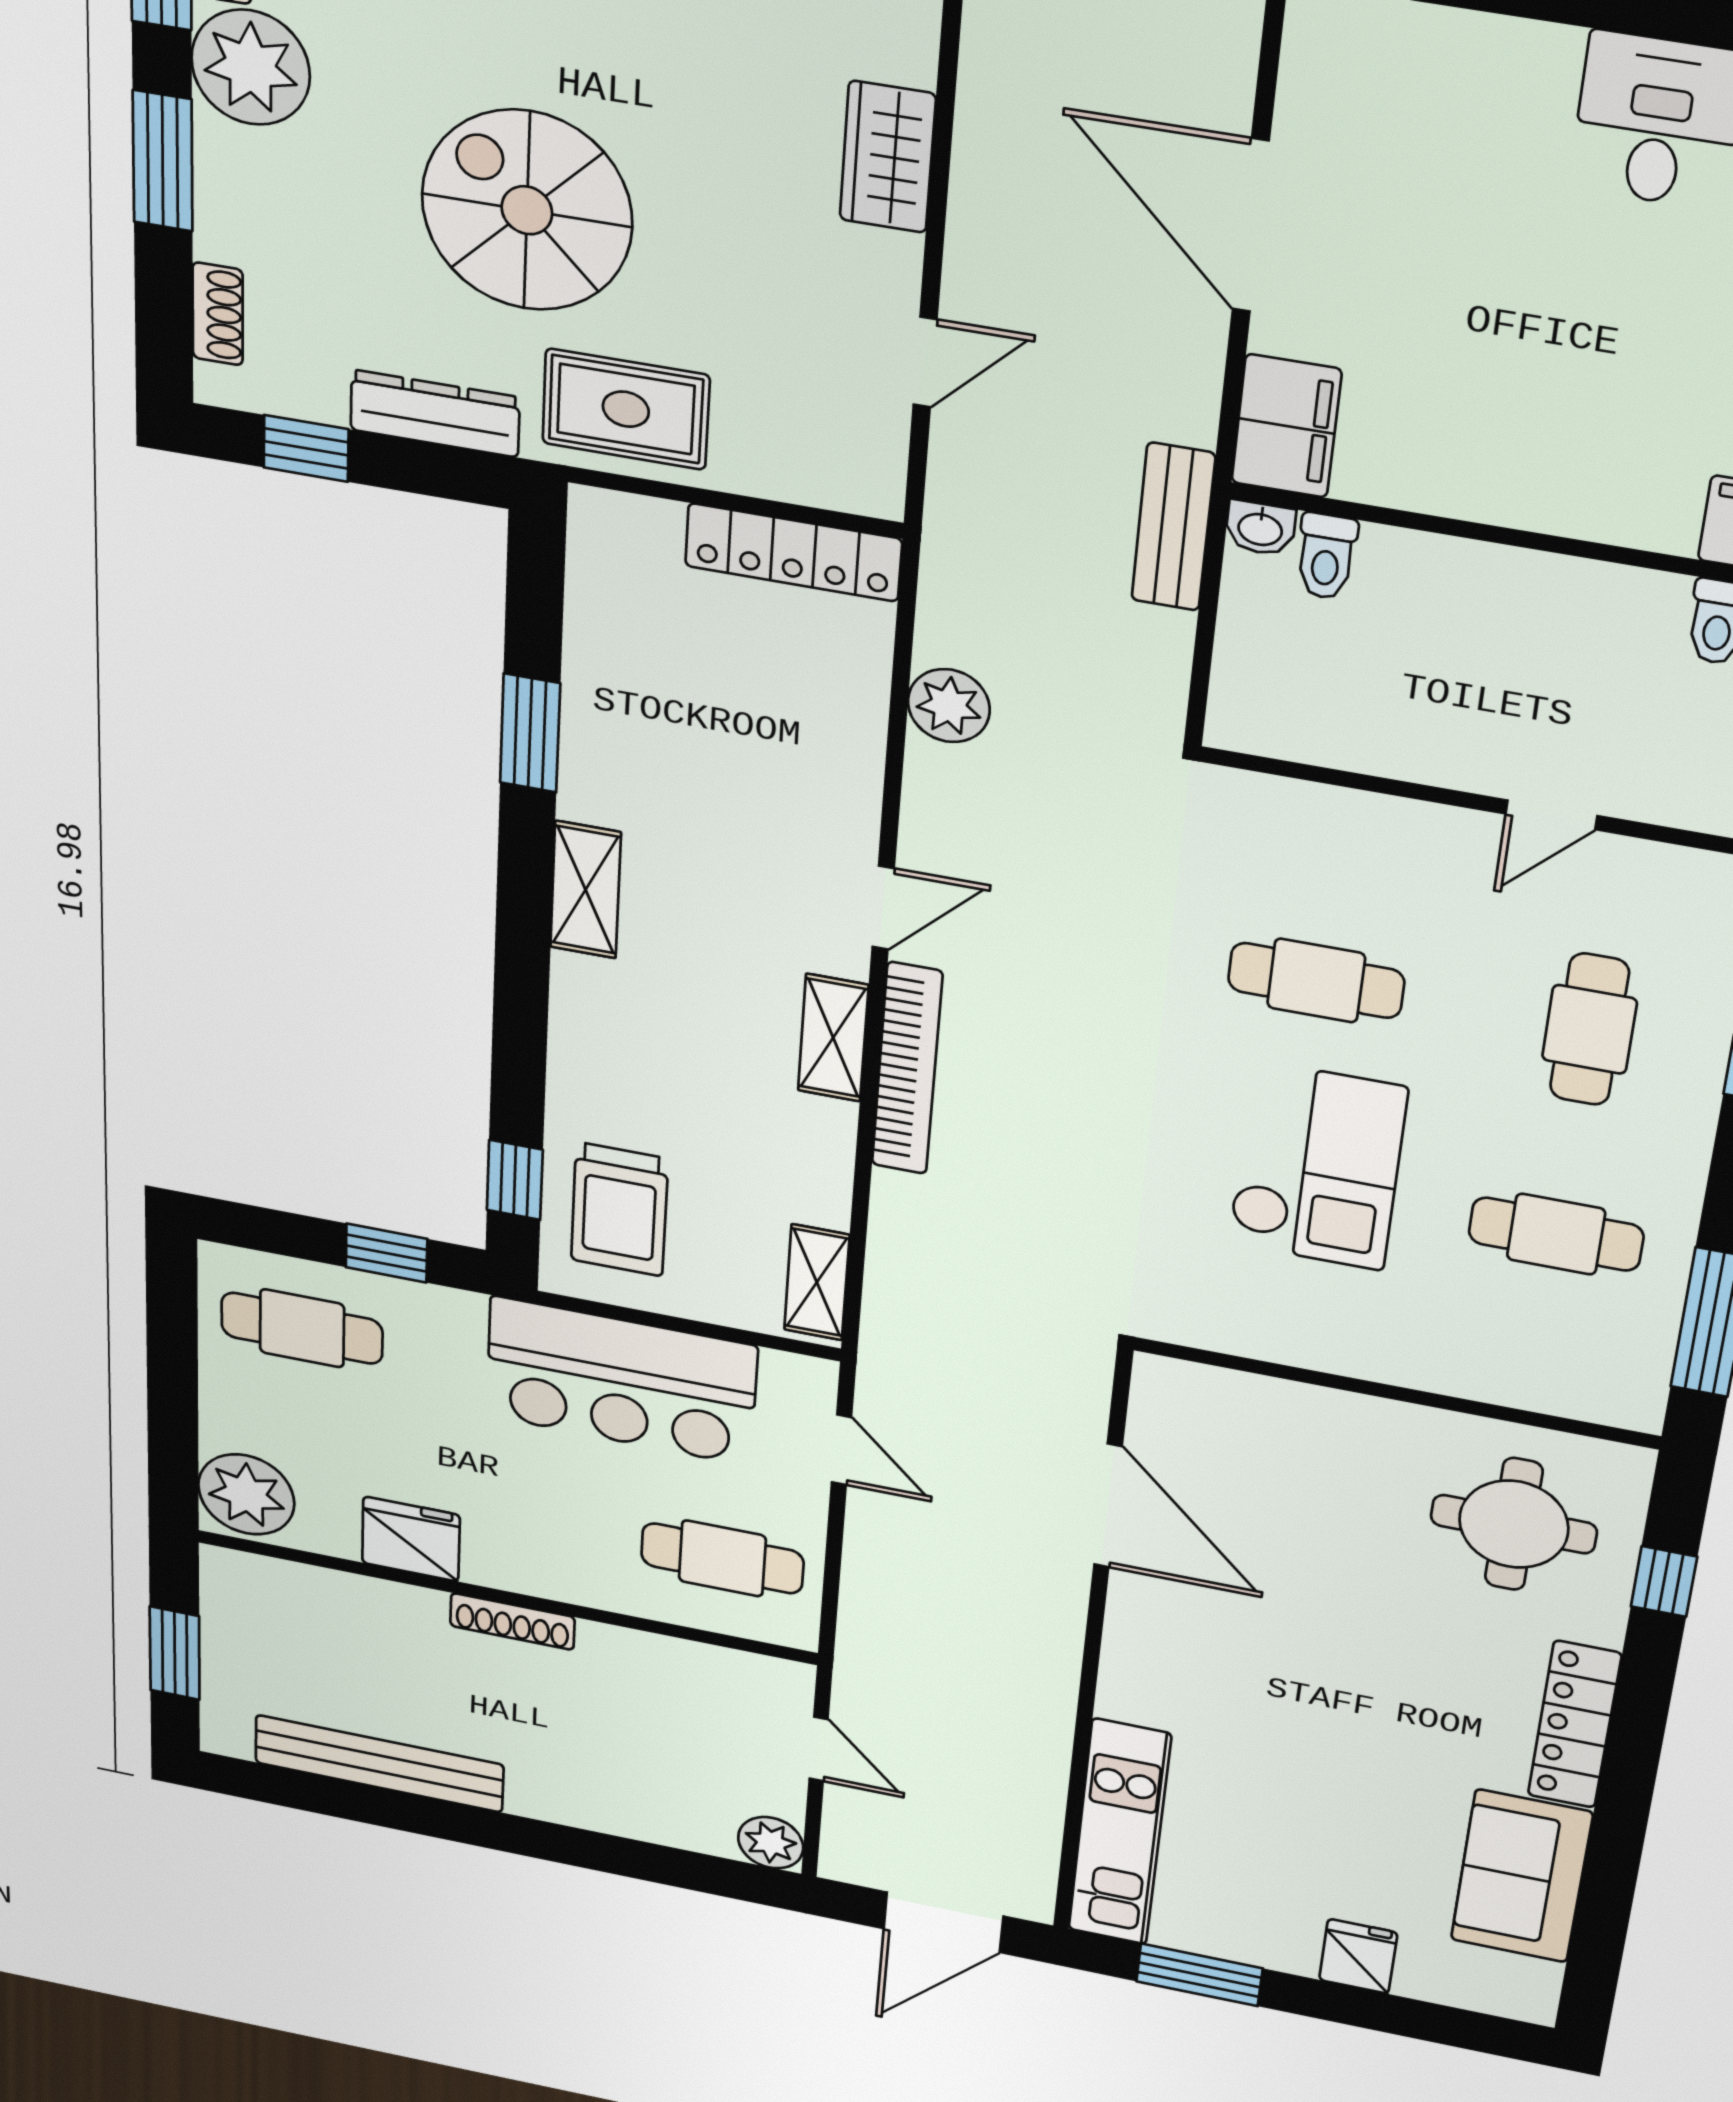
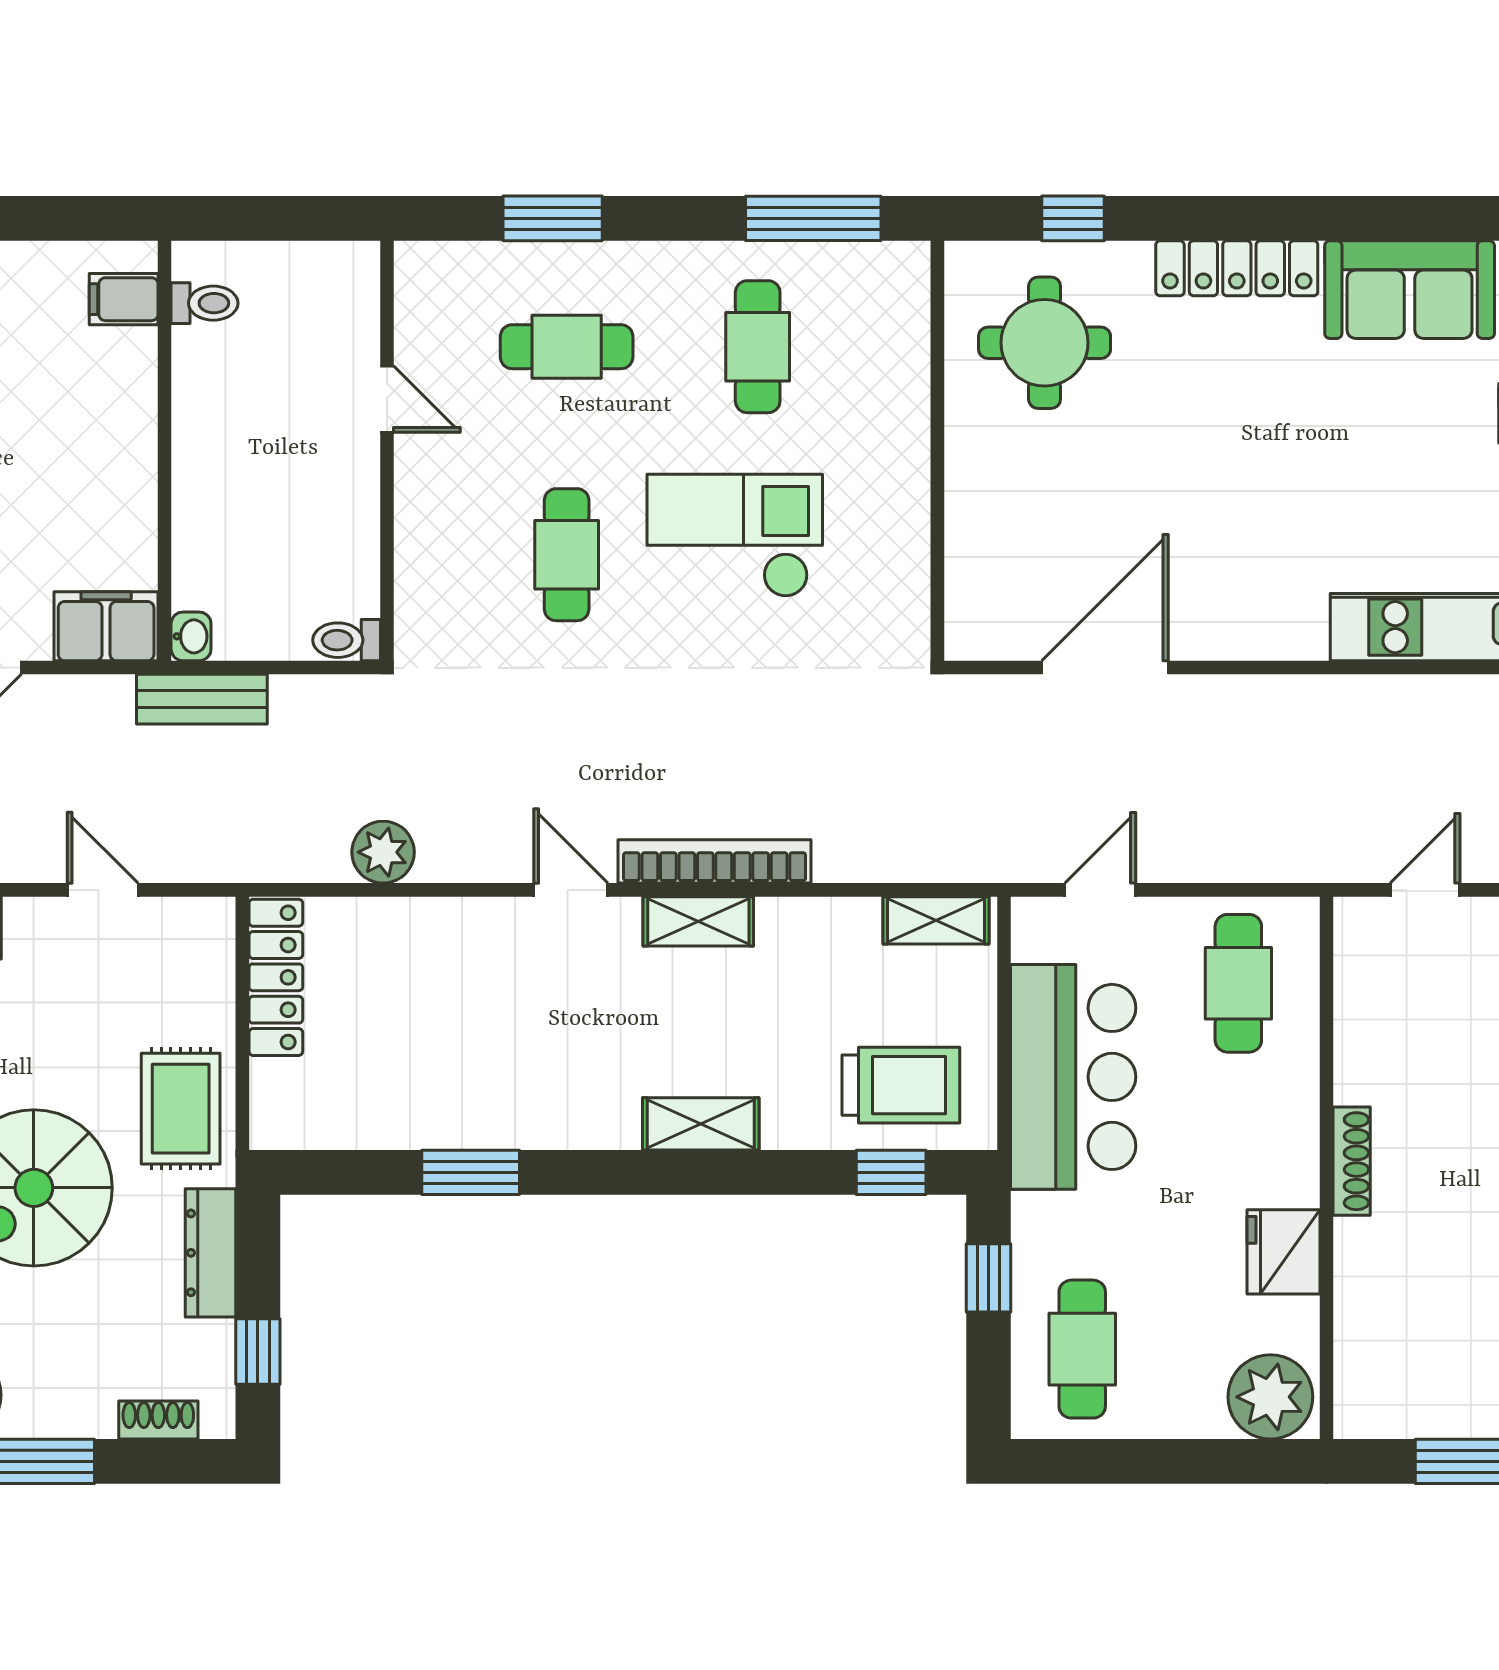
toilet: (1326, 556) -> (347, 640), moved, turned 180
shelving: (586, 890) -> (701, 1124), moved

